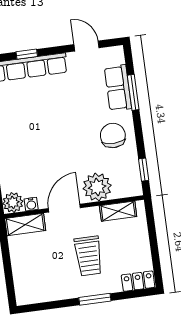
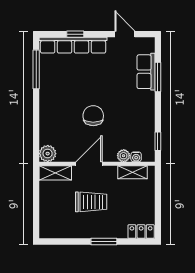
chair: (113, 136) -> (93, 116), moved
plant: (97, 187) -> (124, 156), width x0.53, depth x0.53
water cooler: (31, 204) -> (136, 157), moved
trolley: (88, 256) -> (91, 202), moved, turned -90

